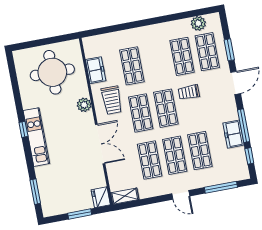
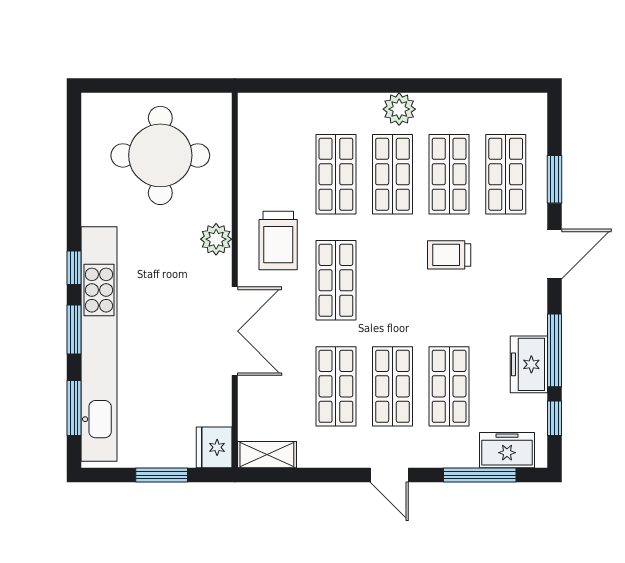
plant: (198, 23) -> (399, 109), moved
freezer: (96, 70) -> (507, 450), moved, turned -90
shop shelf: (166, 108) -> (392, 174), moved
kitchen unit: (36, 137) -> (99, 344), width x1.86
window: (29, 157) -> (74, 329), added

